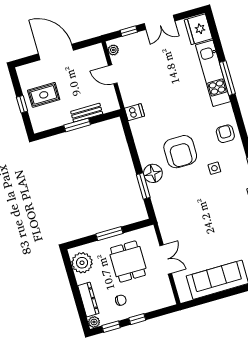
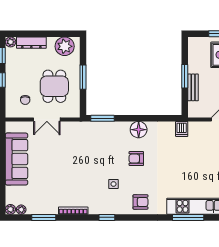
armchair: (180, 152) -> (136, 159), width x0.53, depth x0.53
floor lamp: (153, 173) -> (139, 130), moved
window: (143, 186) -> (102, 118), moved
dining table: (128, 262) -> (54, 86), turned 90
chair: (121, 300) -> (25, 100), moved

